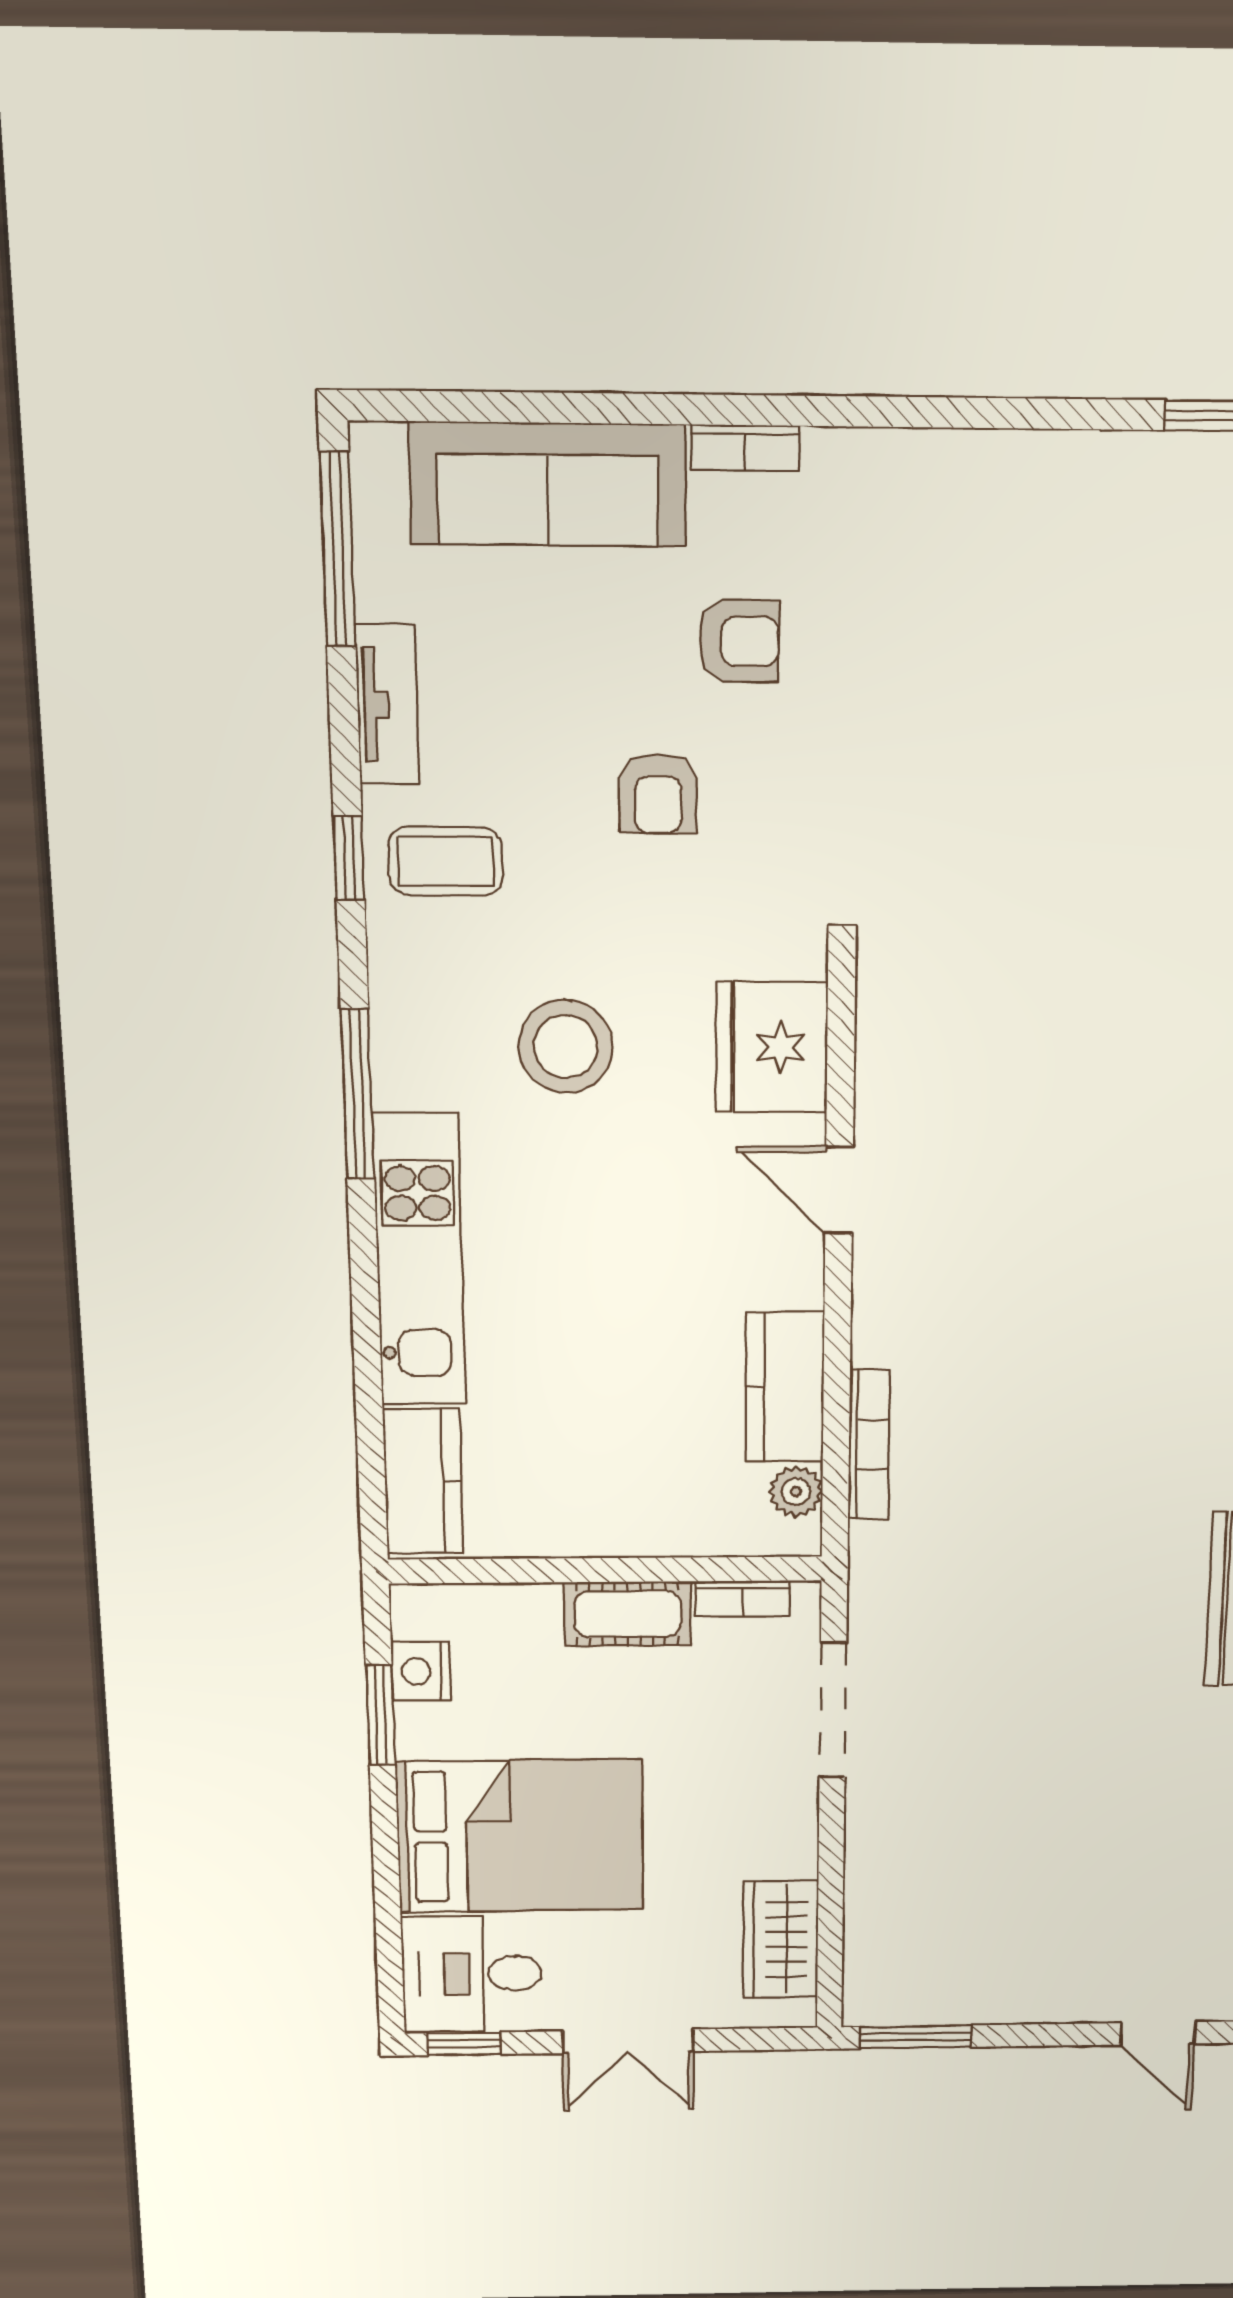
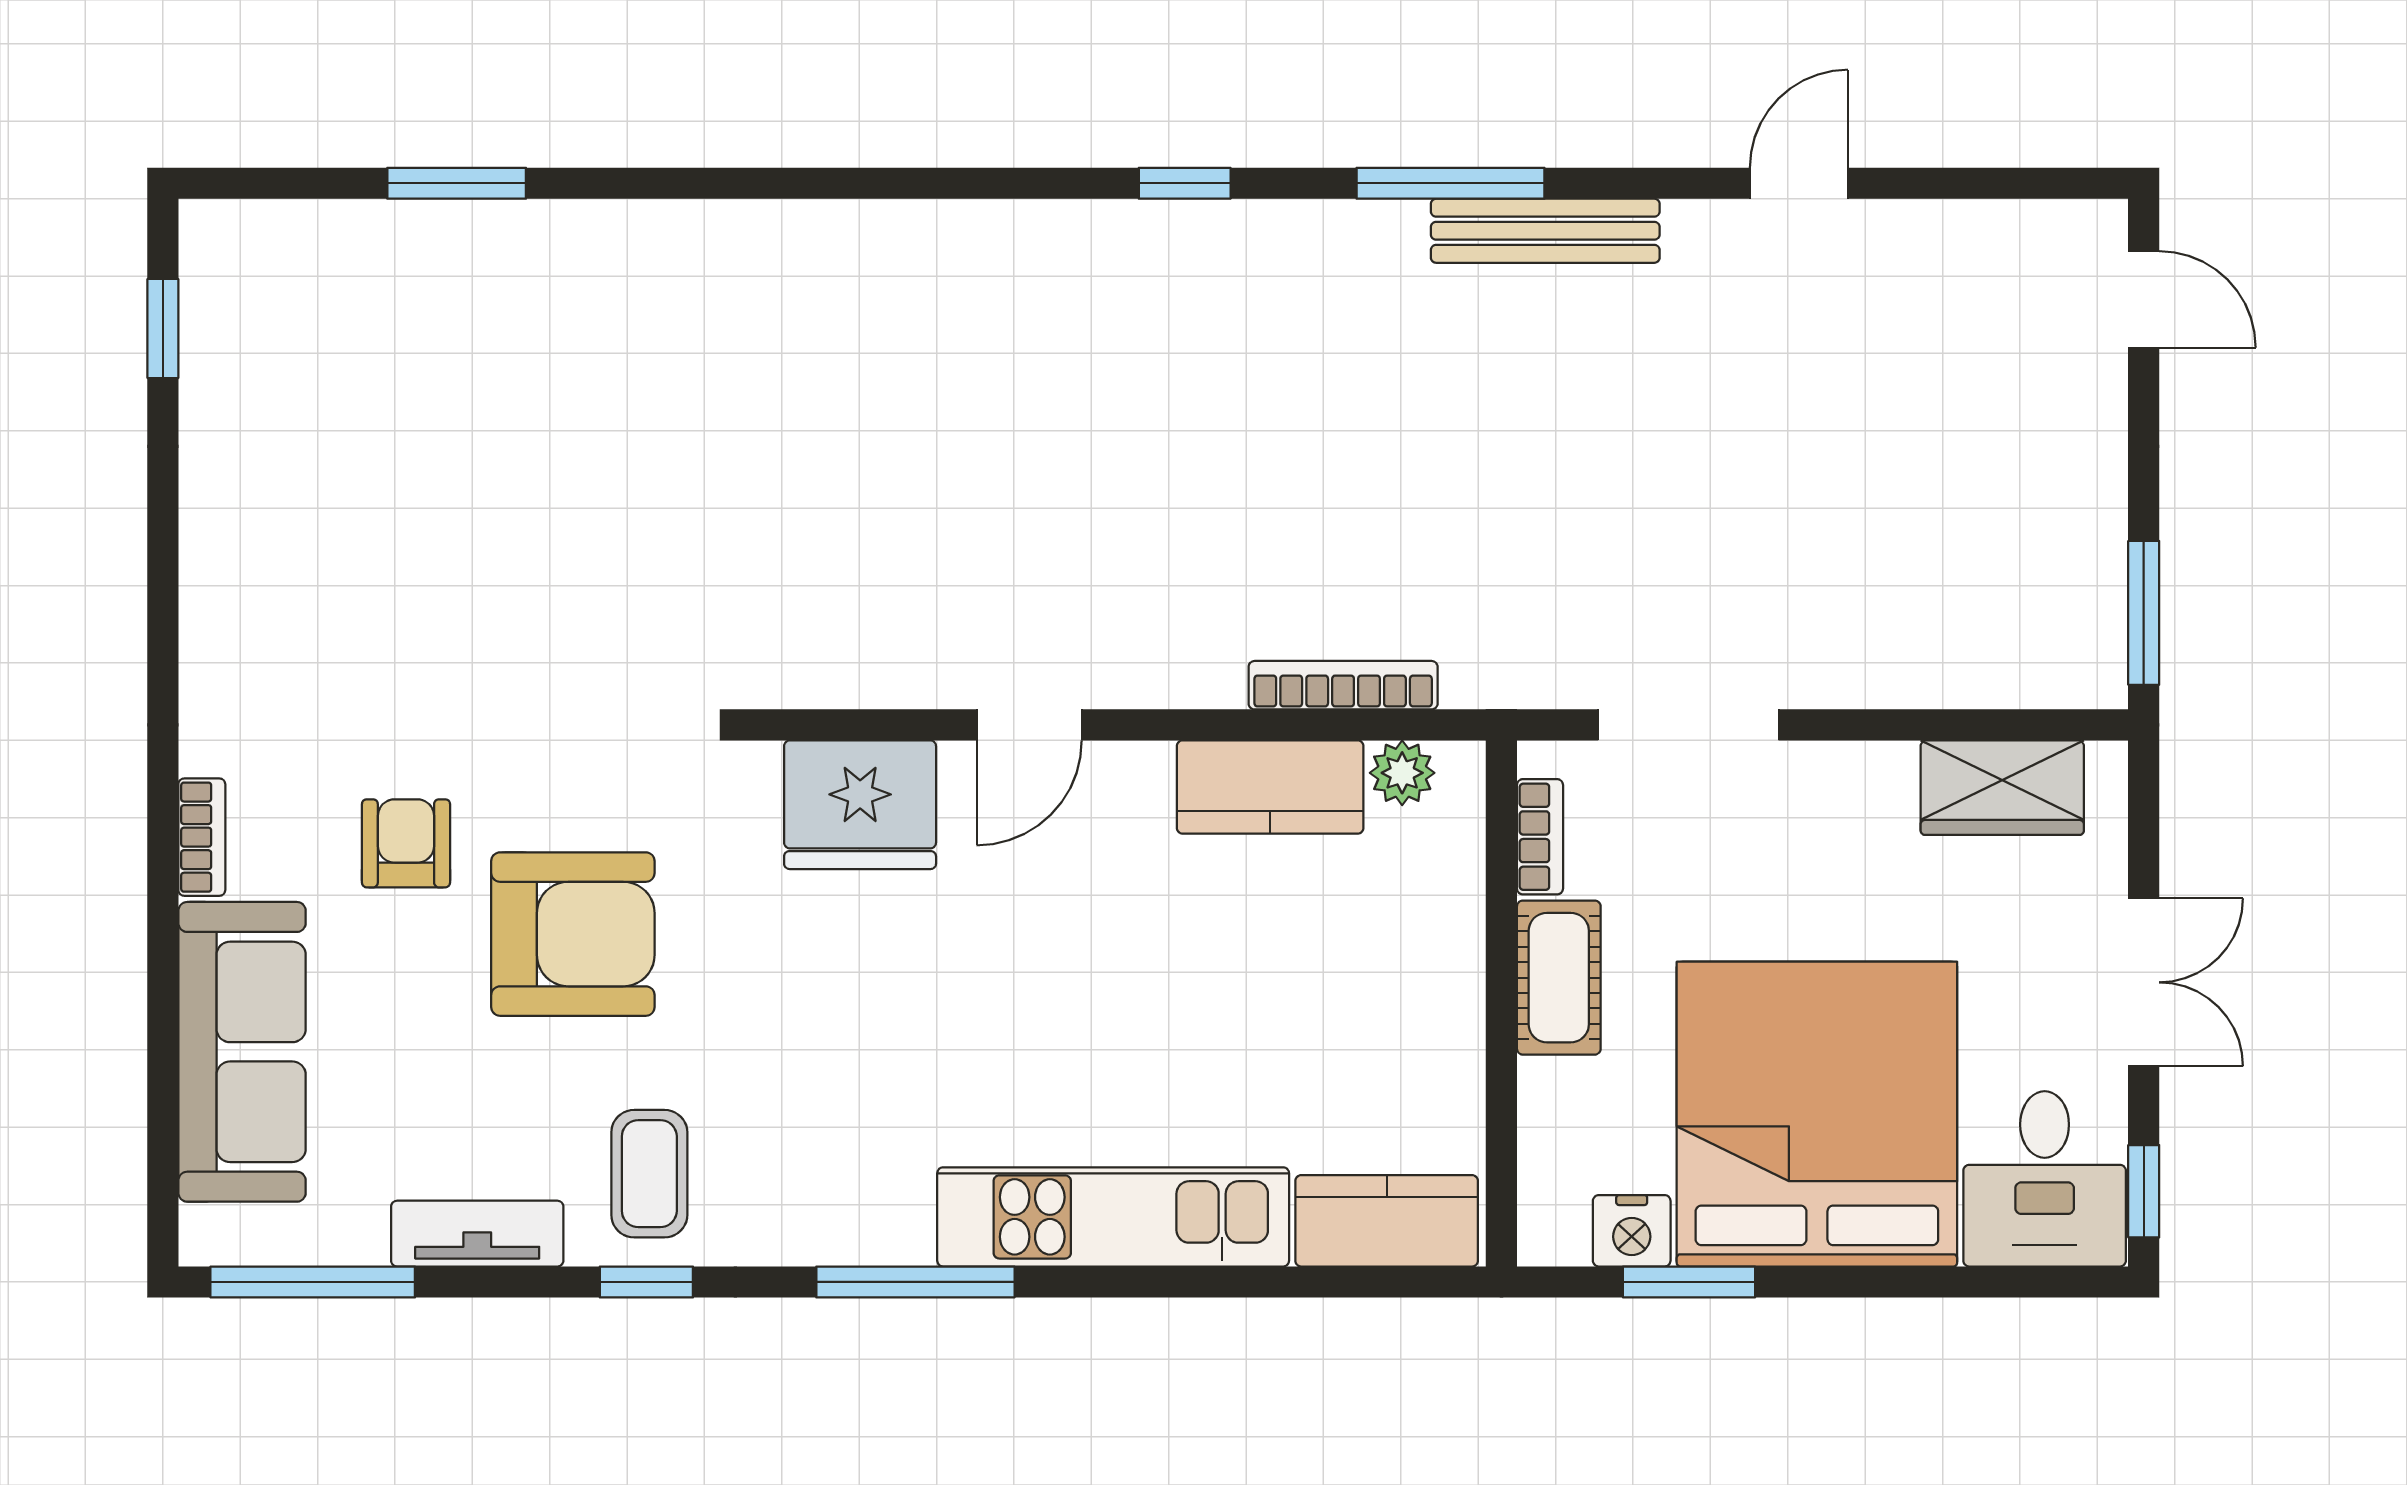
armchair: (658, 794) -> (573, 934), width x1.88, depth x1.88
stool: (566, 1047) -> (860, 1042), removed
bed: (520, 1836) -> (1817, 1114), width x1.36
door: (1158, 2033) -> (2144, 299), hinge flipped

